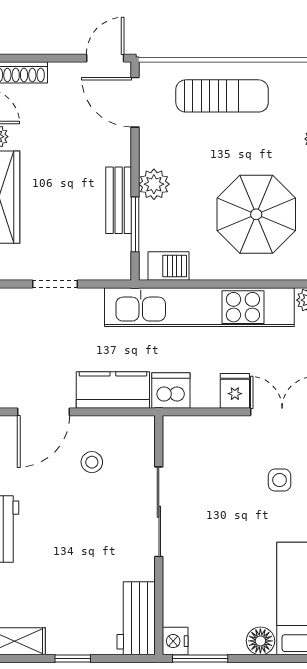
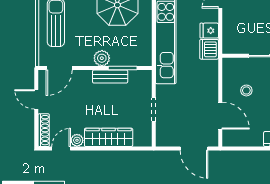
door: (105, 58) -> (36, 99), moved
barbecue: (168, 266) -> (144, 51), removed
kitchen counter: (113, 390) -> (209, 80), removed
fridge: (235, 391) -> (209, 31), moved

